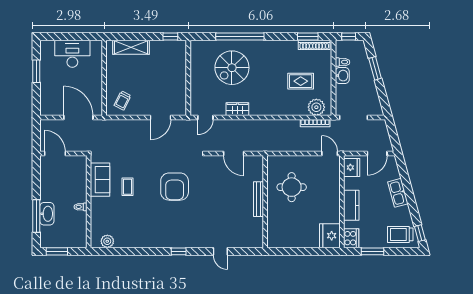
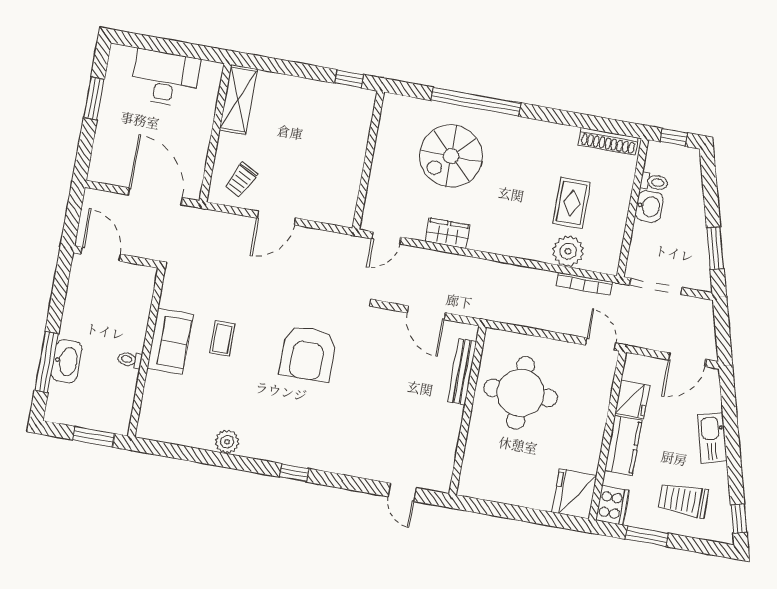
window: (308, 36) -> (599, 124), removed
shelving: (131, 47) -> (238, 100), moved, turned 90
window: (375, 68) -> (715, 248), moved
rug: (301, 81) -> (572, 203), turned 90
plant: (316, 107) -> (568, 251), moved
door: (160, 117) -> (276, 218), moved
fridge: (352, 167) -> (632, 399), moved
sofa: (100, 180) -> (170, 341), moved
round table: (292, 187) -> (521, 393), width x1.36, depth x1.36
bench: (258, 199) -> (462, 372), moved
trolley: (400, 234) -> (683, 500), moved
plant: (107, 241) -> (227, 442), moved
window: (57, 251) -> (94, 437), moved
door: (220, 251) -> (402, 492), moved

